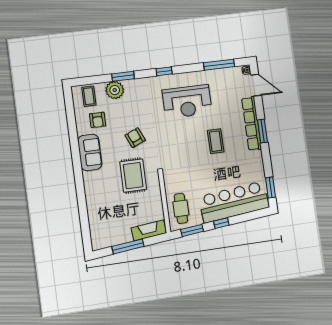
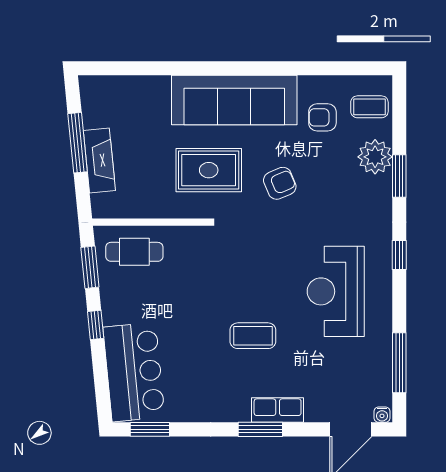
row of seats: (252, 124) -> (278, 410), width x0.50
sofa: (90, 152) -> (234, 100), width x1.85, depth x1.27
bar counter: (234, 202) -> (134, 372), width x0.73
fireplace: (149, 230) -> (99, 161), moved

